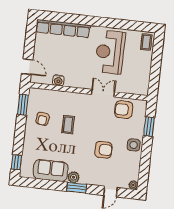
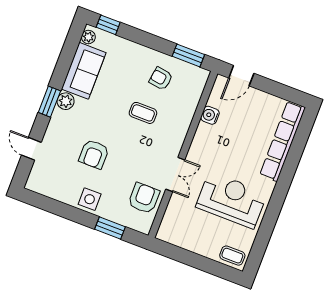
plant: (133, 185) -> (88, 37), moved

